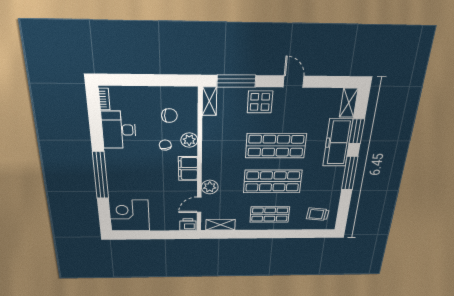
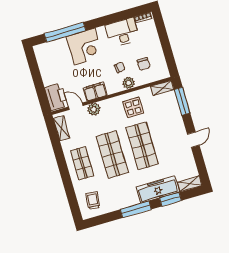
display table: (260, 102) -> (133, 107), moved
filing cabinet: (188, 169) -> (95, 92), moved
window: (101, 175) -> (65, 32), moved
corner desk: (129, 216) -> (85, 47), moved, turned 90
printer: (188, 224) -> (56, 97), width x1.87, depth x1.48

